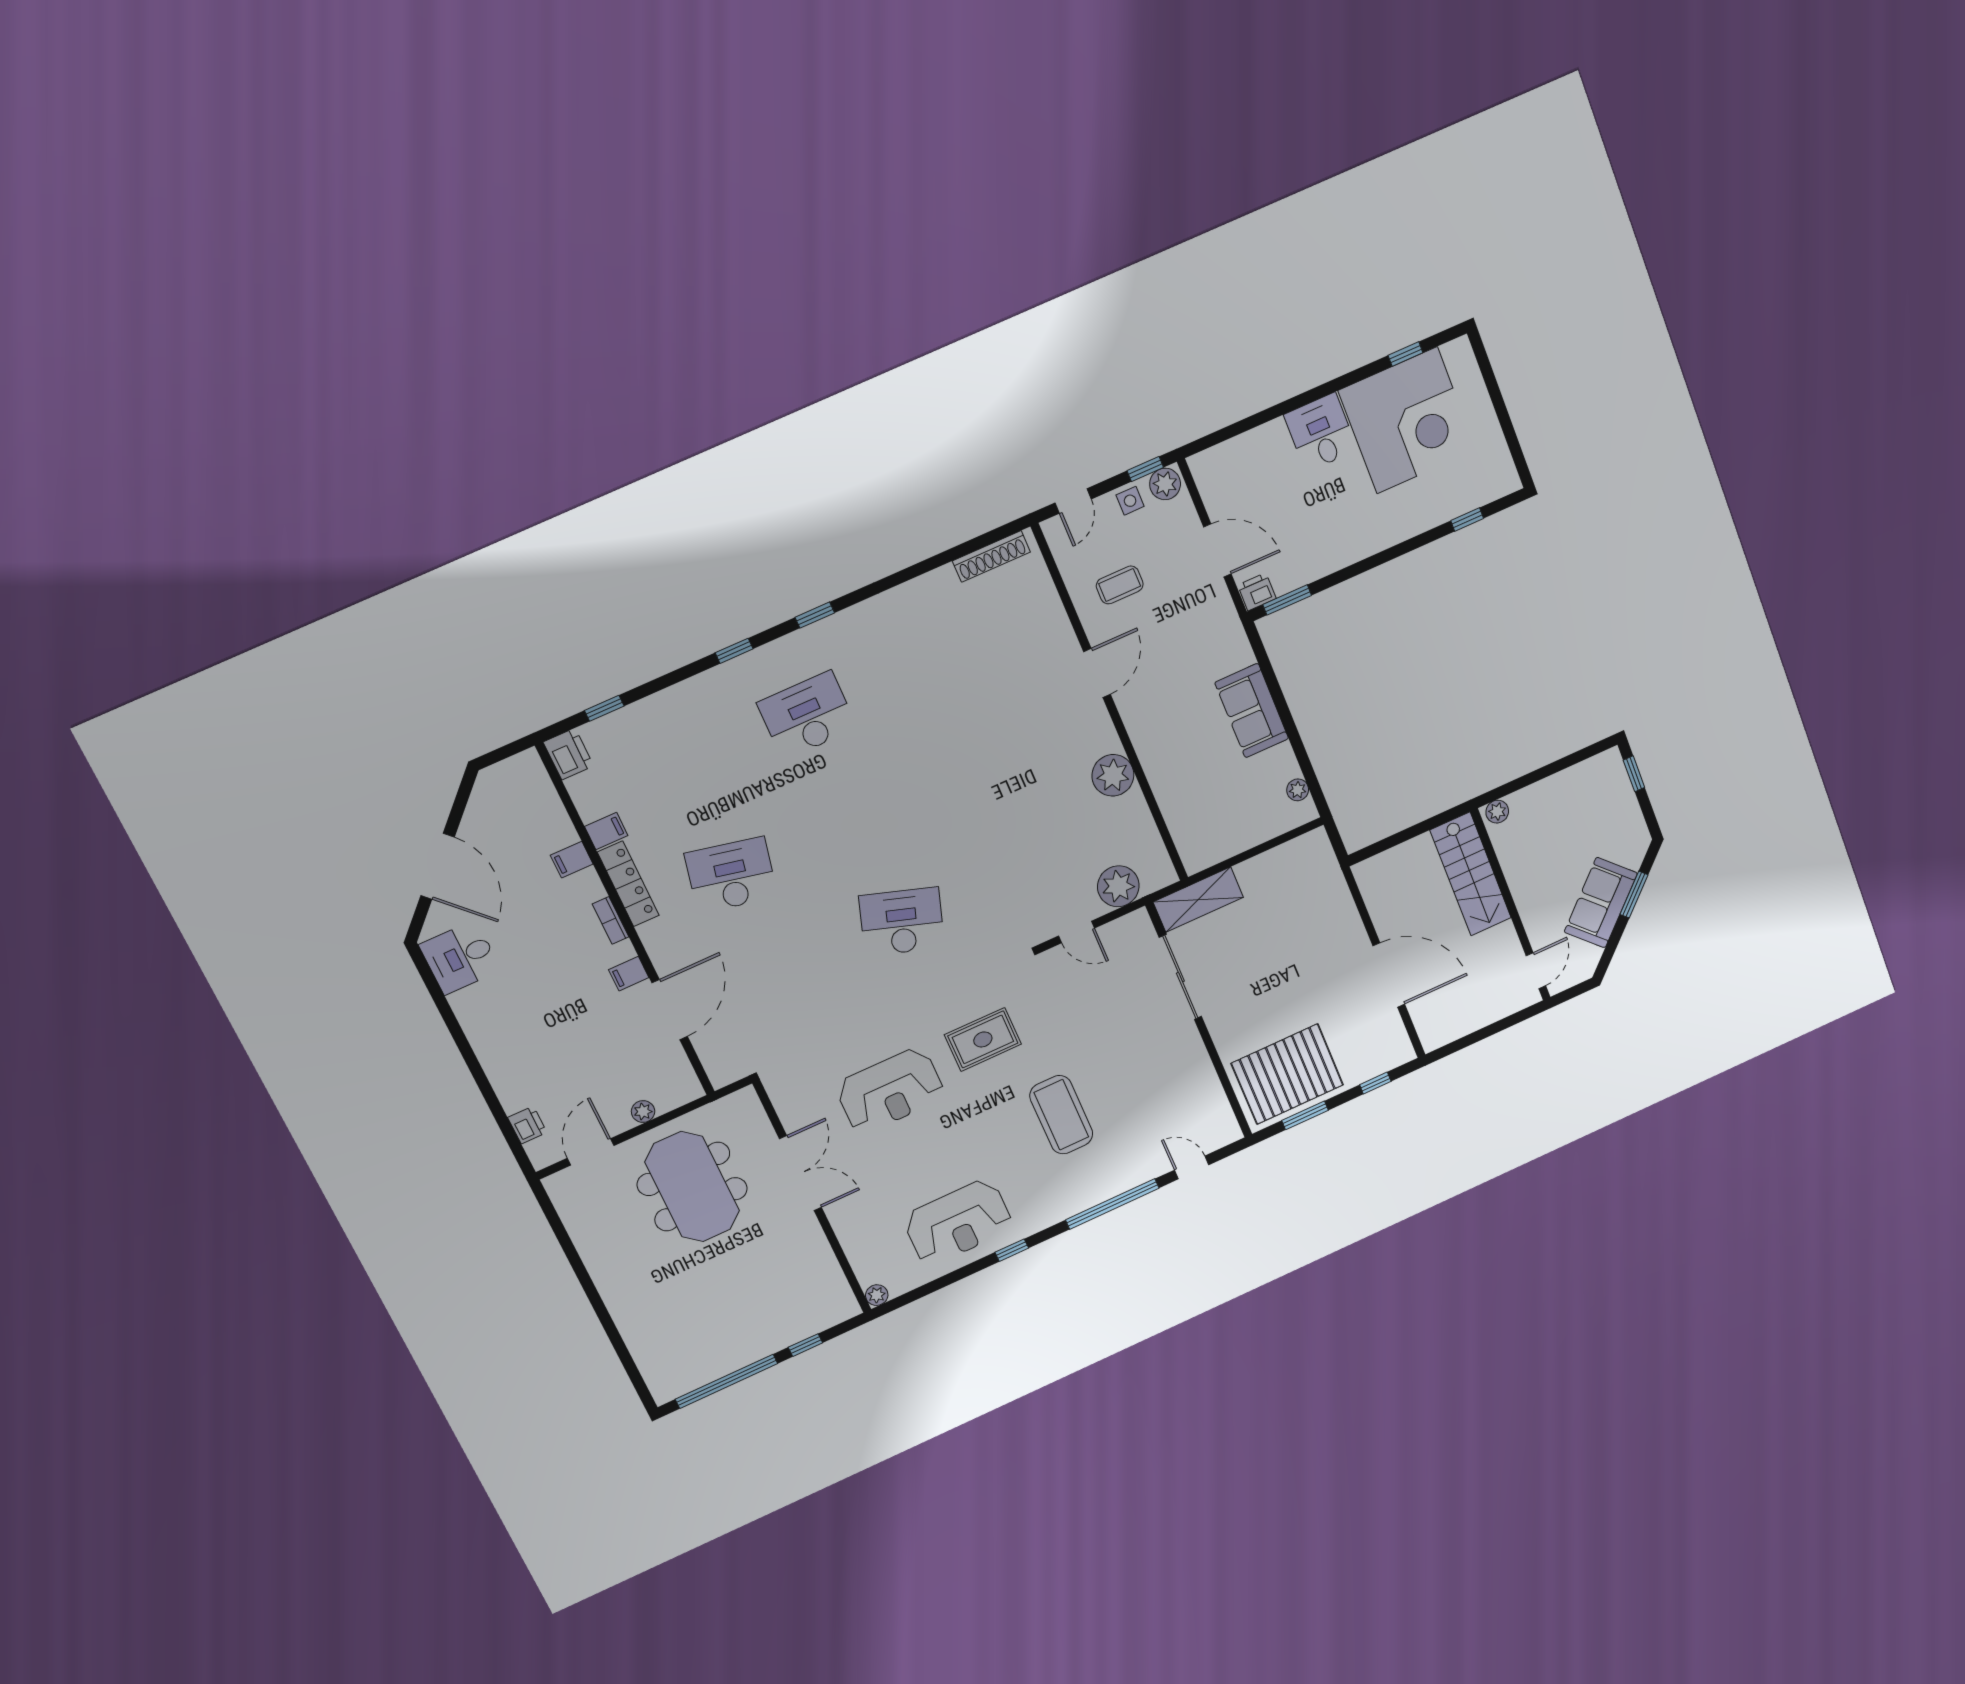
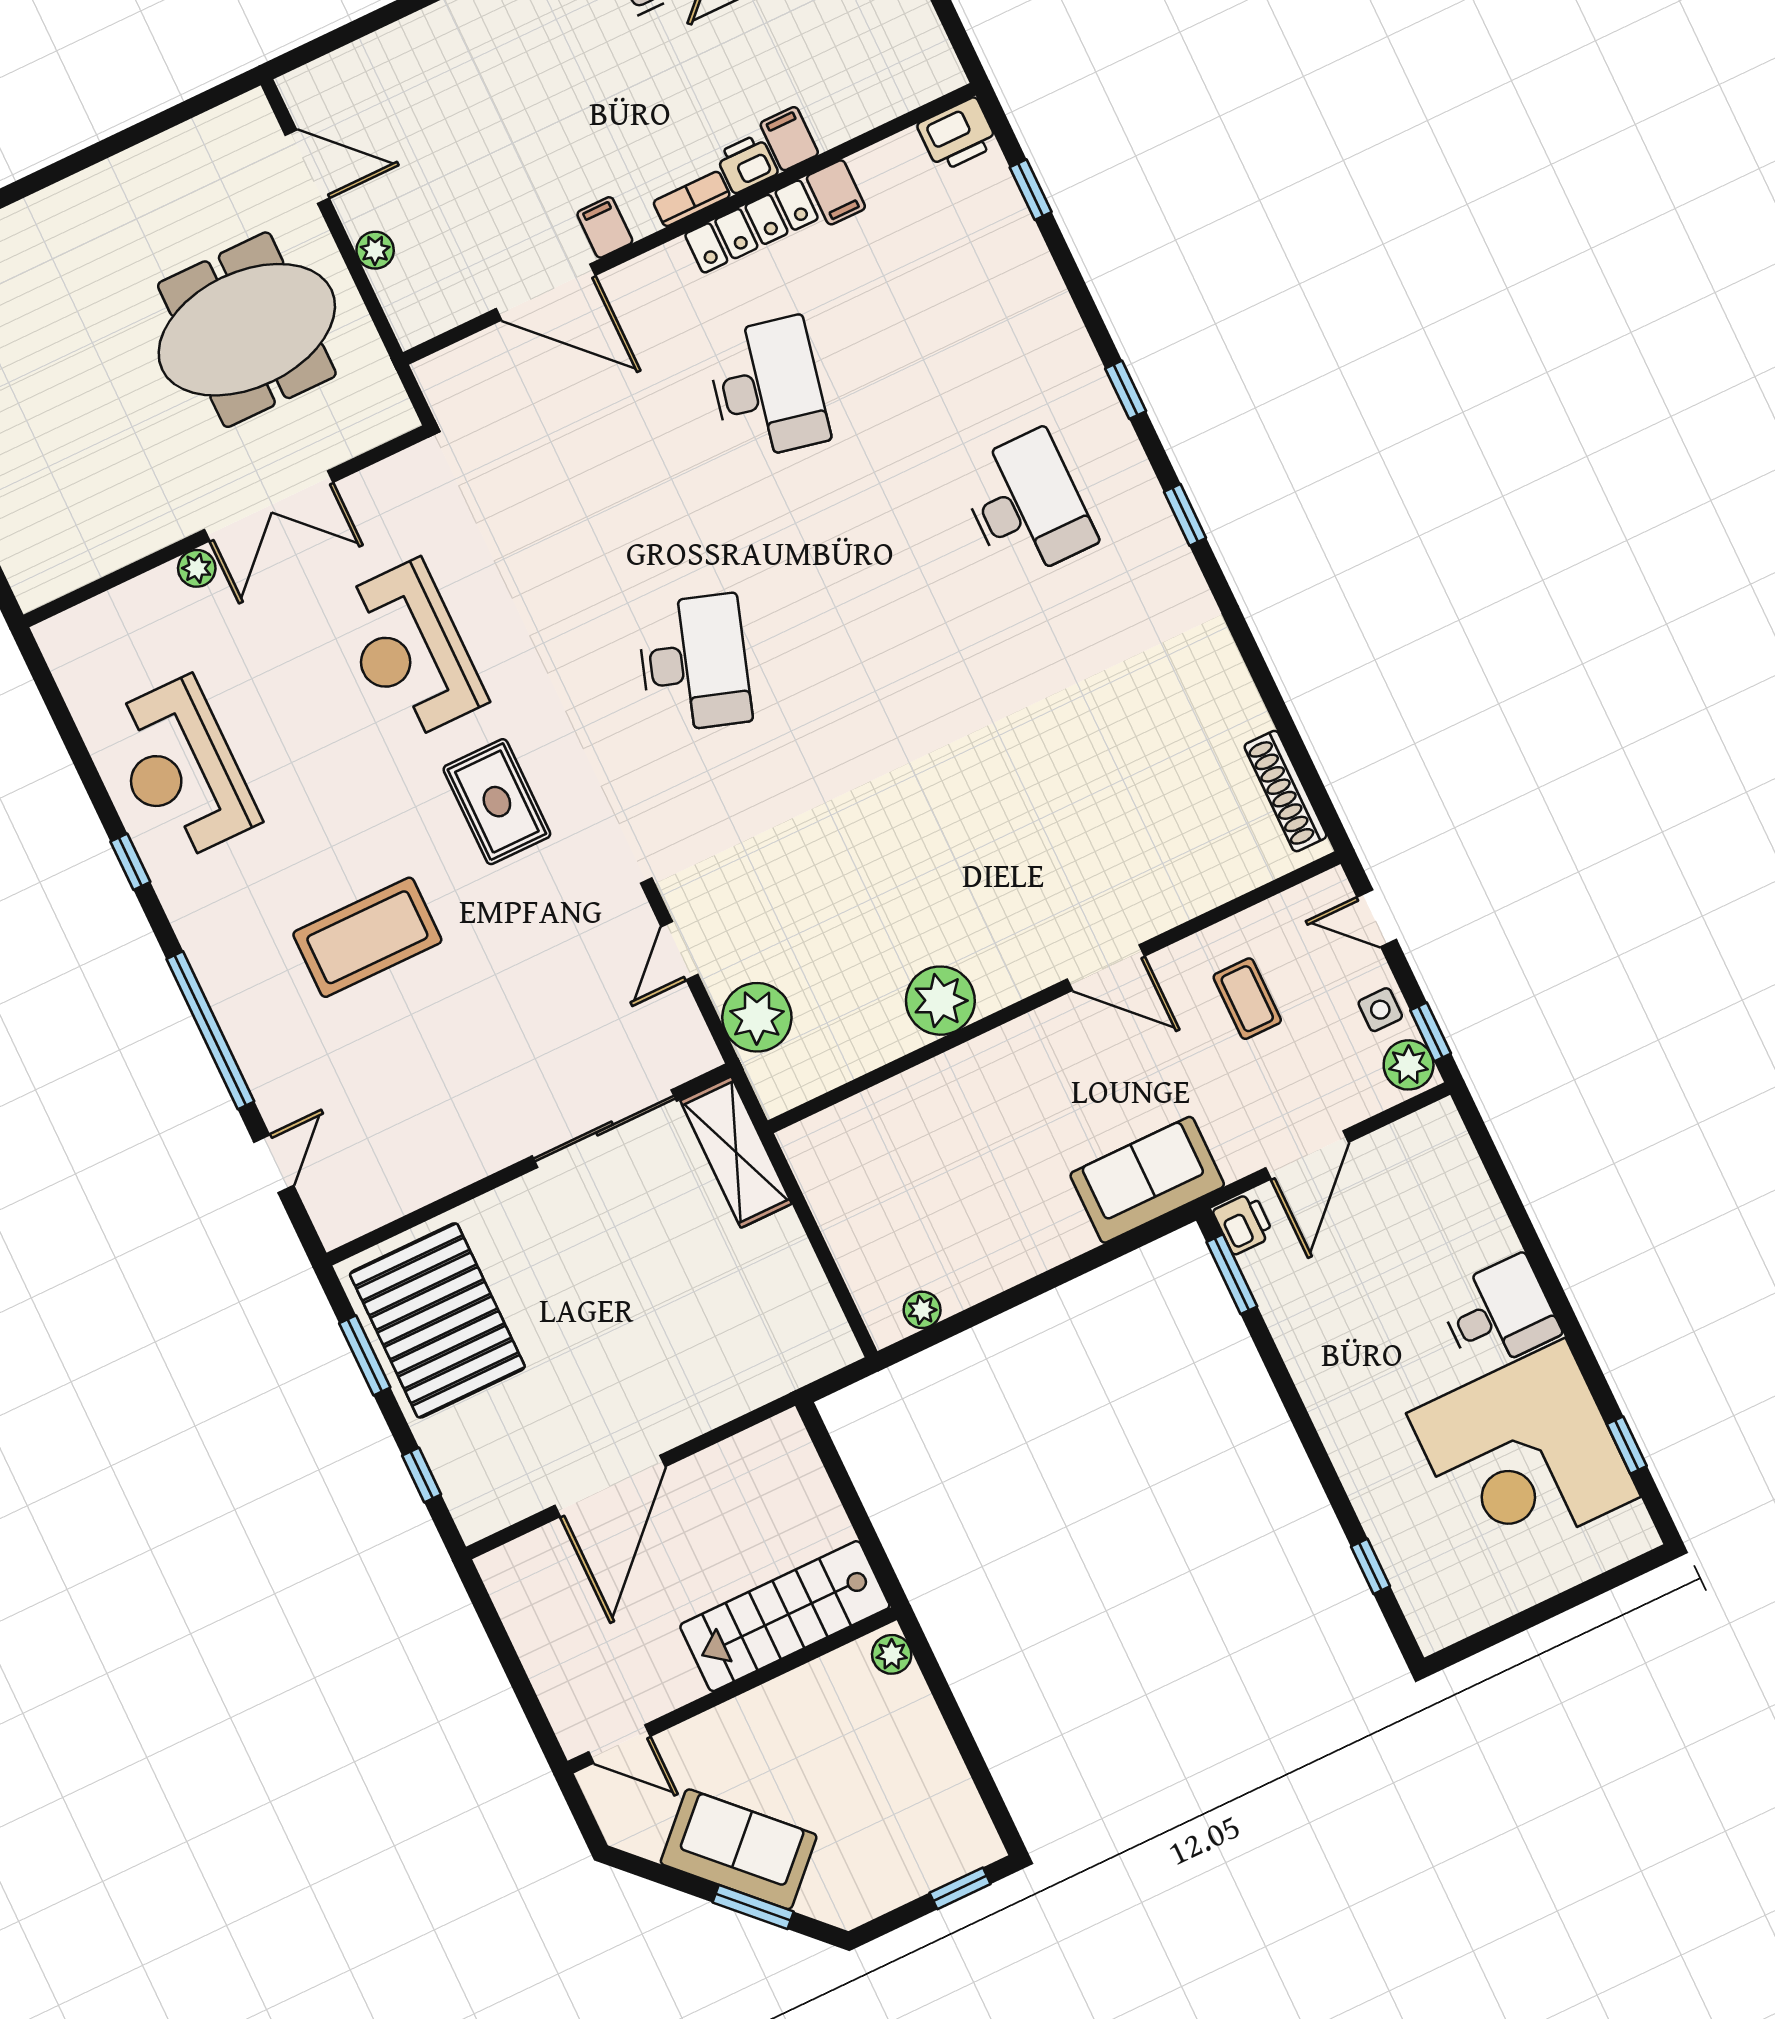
sofa: (1252, 711) -> (1147, 1180), moved
printer: (527, 1125) -> (747, 164), moved, turned 180
plant: (877, 1295) -> (197, 568), moved

